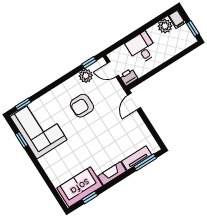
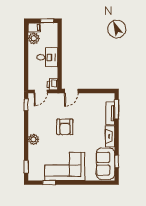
desk: (142, 48) -> (47, 57), moved, turned 180
plant: (86, 76) -> (33, 139), moved
door: (134, 101) -> (71, 91), hinge flipped
armchair: (82, 106) -> (65, 127), moved
corner sofa: (39, 128) -> (65, 166), moved

